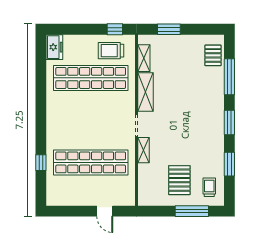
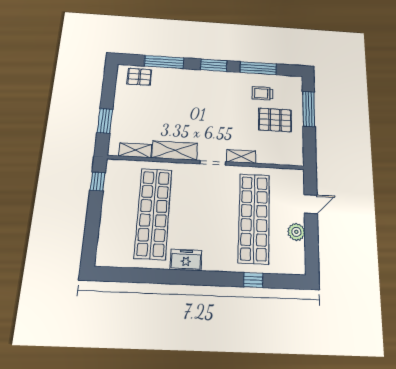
freezer: (54, 47) -> (186, 260), moved
trolley: (111, 51) -> (123, 187), removed
window: (229, 164) -> (258, 68), width x1.44
trolley: (209, 187) -> (263, 93), moved
plant: (81, 198) -> (296, 232), added

